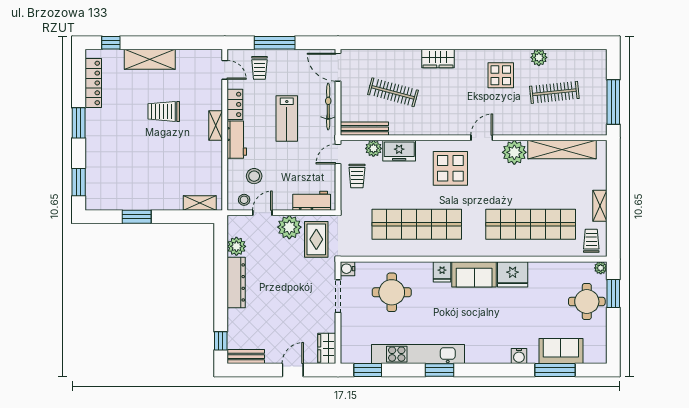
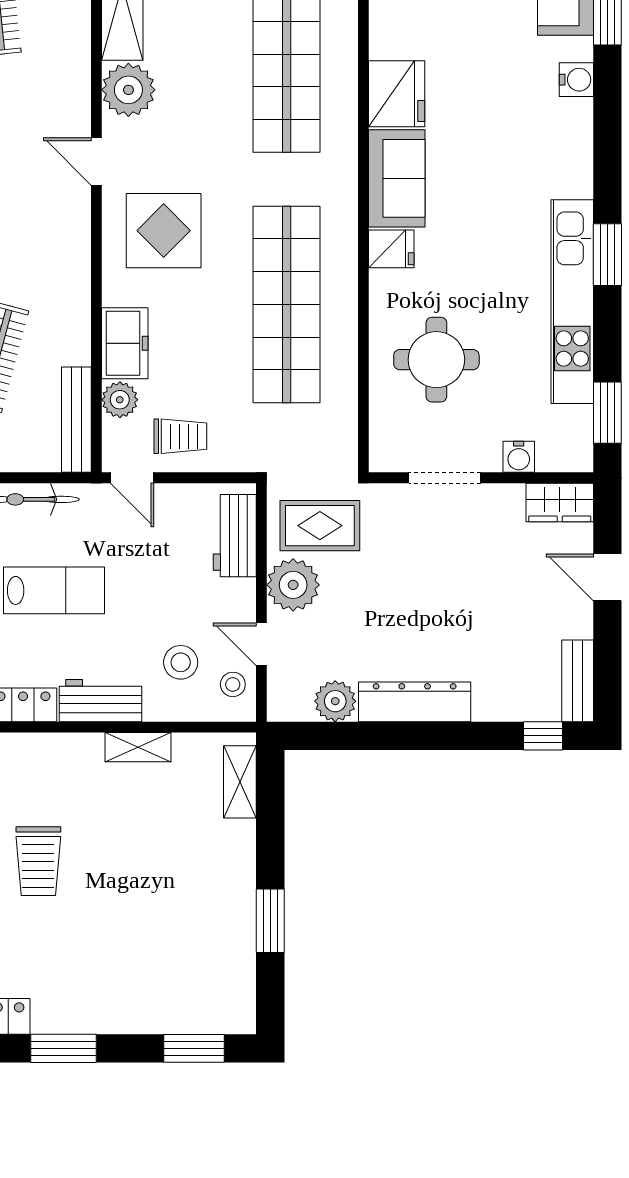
shelving: (216, 125) -> (138, 747), moved
water cooler: (348, 269) -> (519, 457), moved

